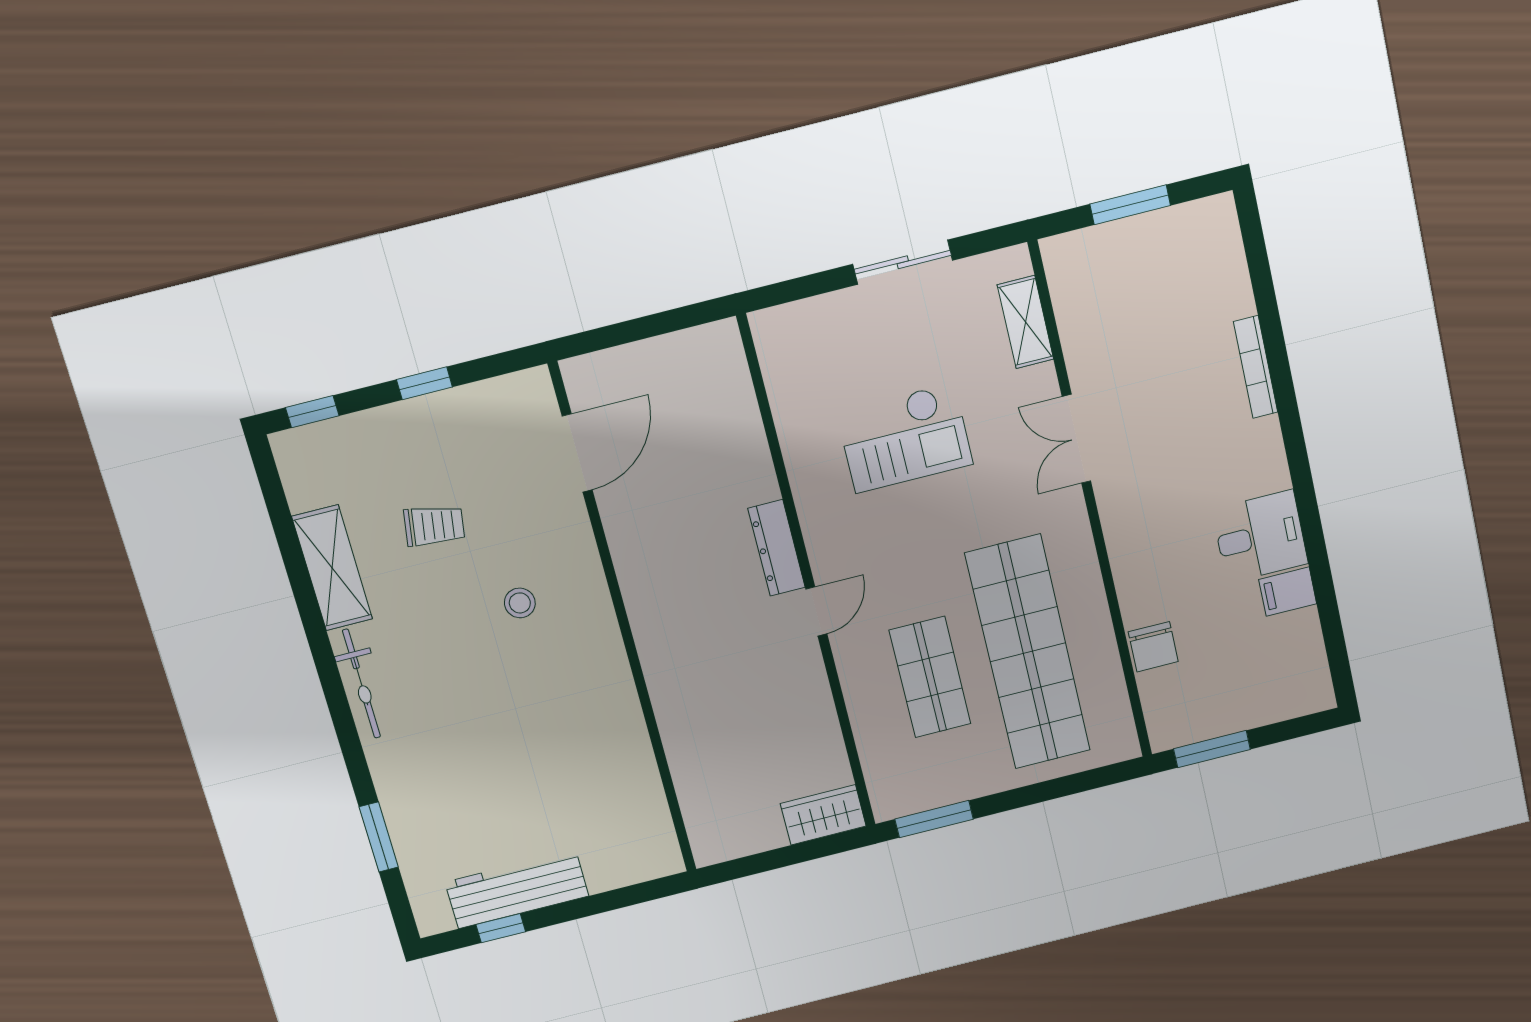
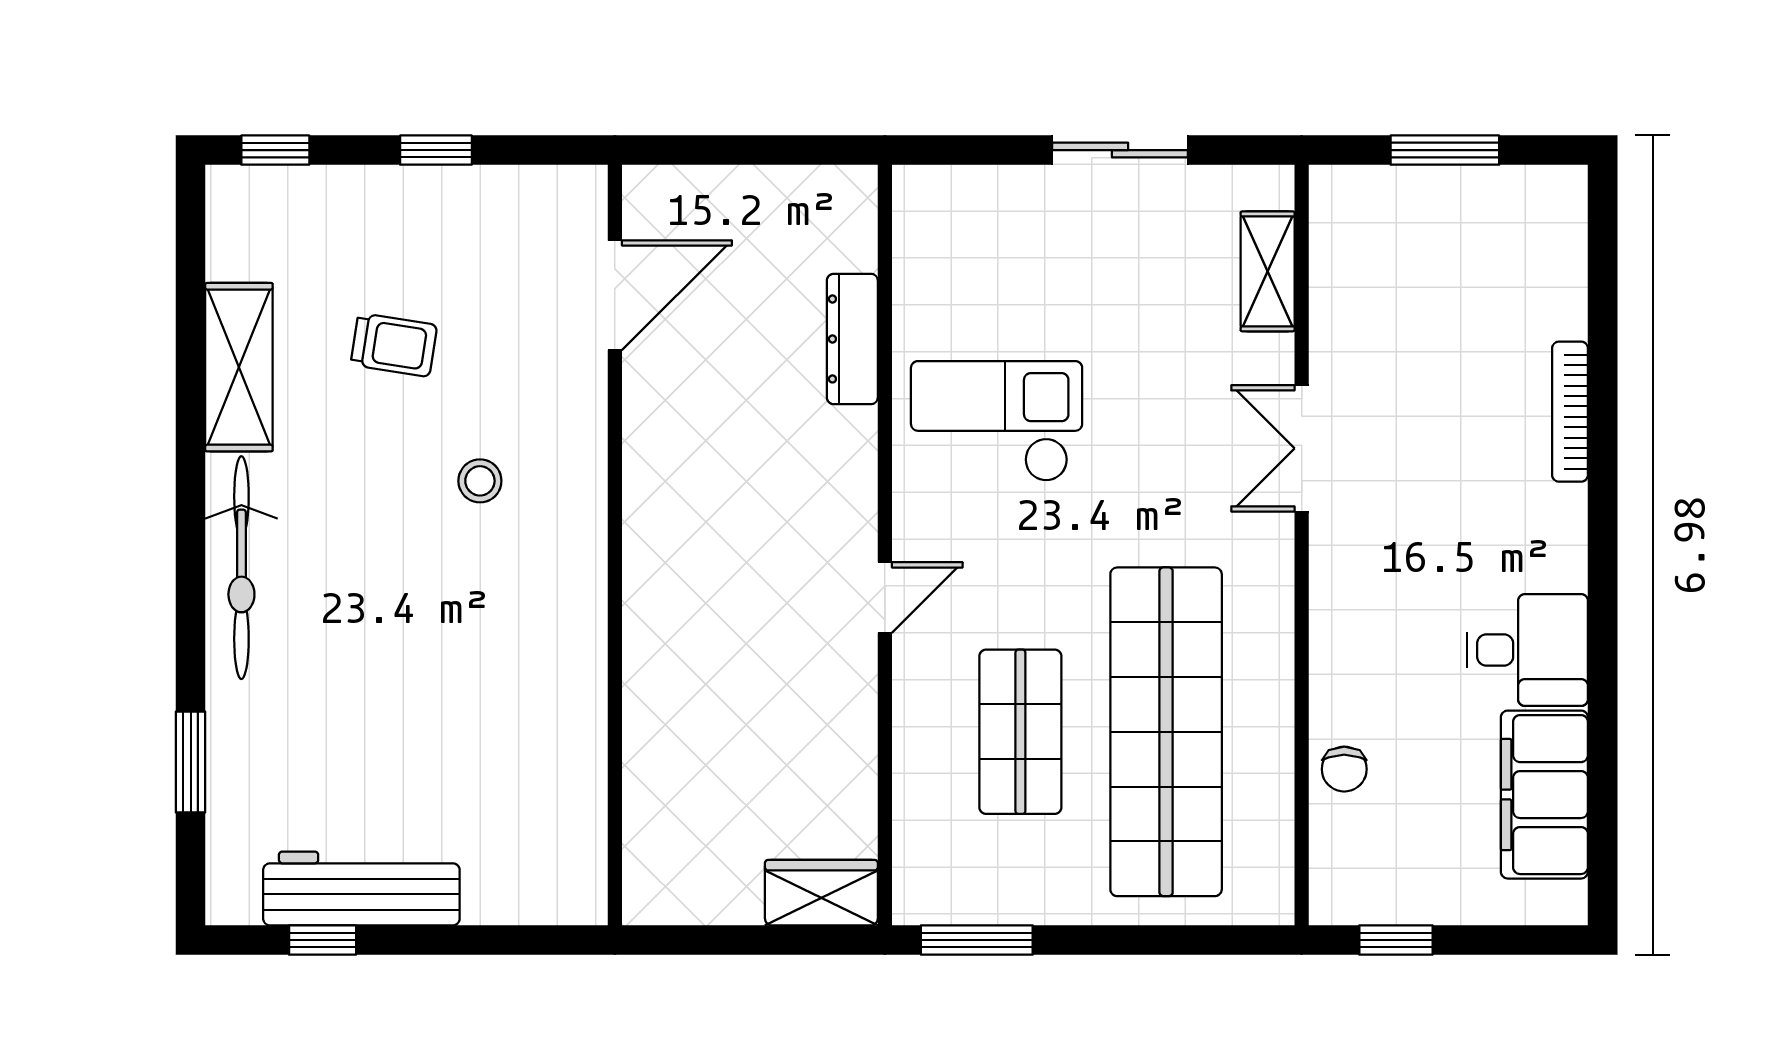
checkout: (905, 438) -> (997, 421), moved, turned 180
dresser: (777, 548) -> (852, 339), moved
filing cabinet: (1288, 592) -> (1544, 795), width x3.00, depth x1.17
chair: (1153, 647) -> (1344, 769), width x0.73, depth x0.73
bicycle: (361, 684) -> (241, 568), width x1.37, depth x1.40
window: (1212, 749) -> (1396, 940), width x0.67

